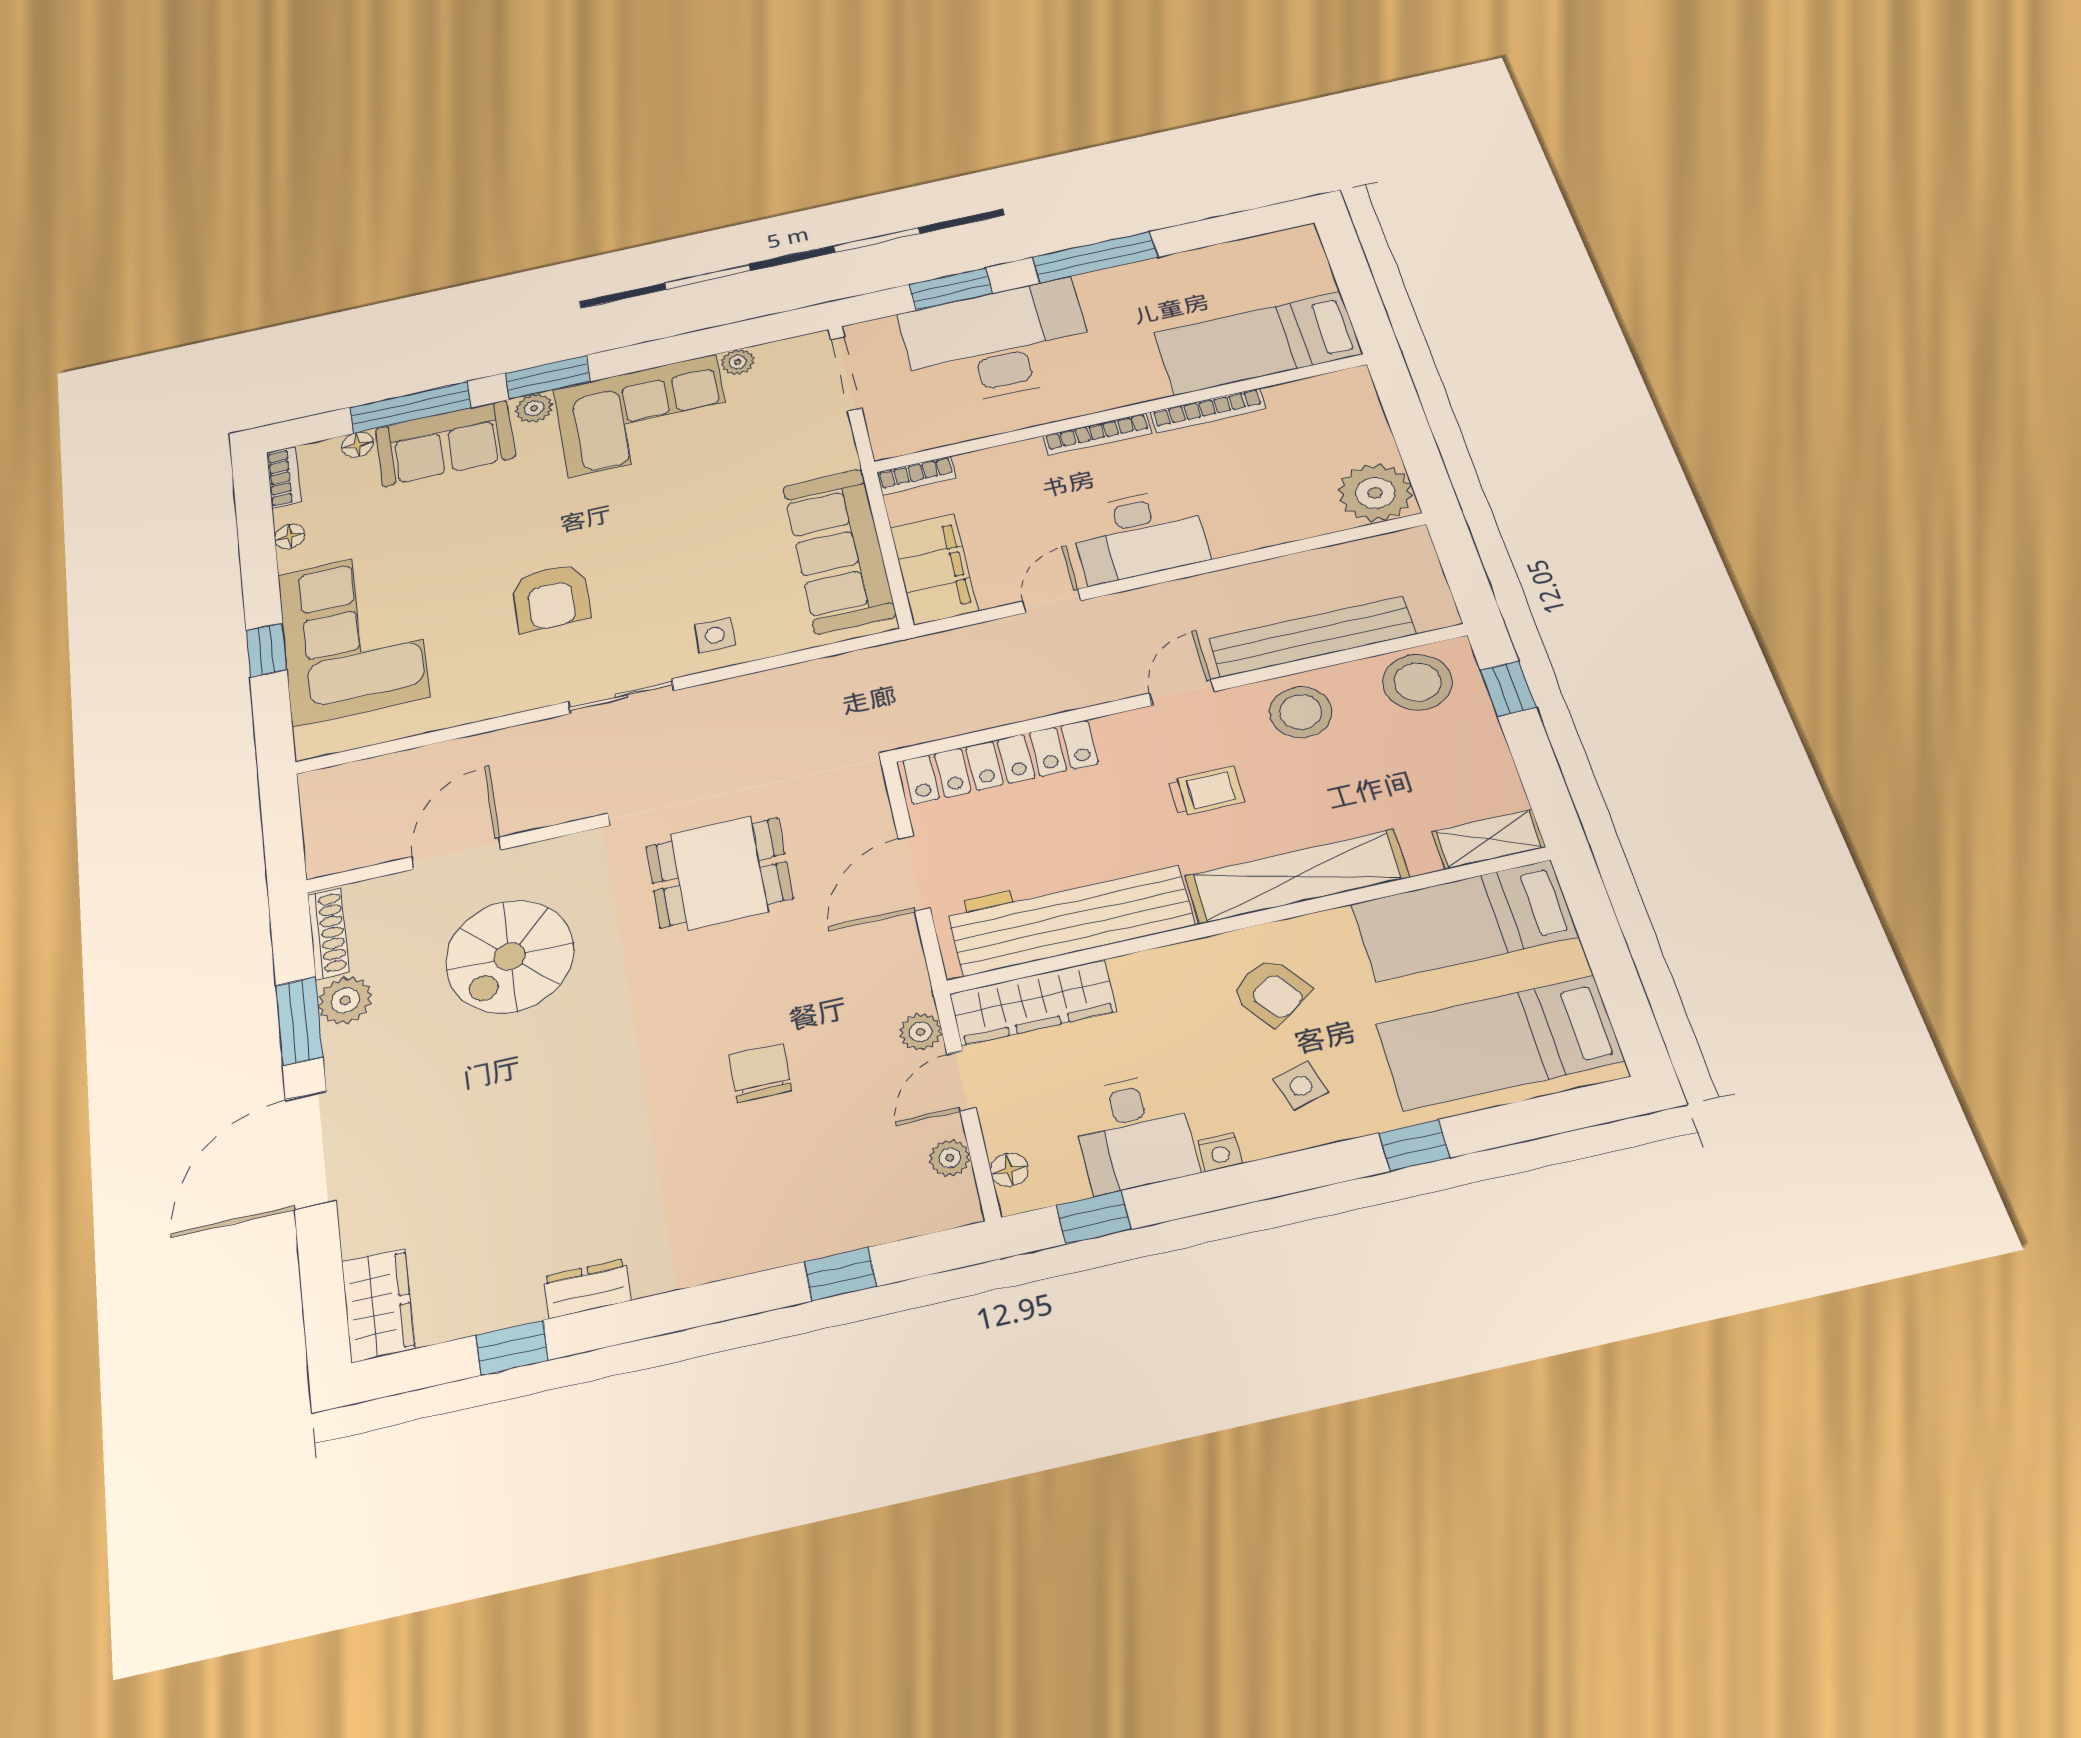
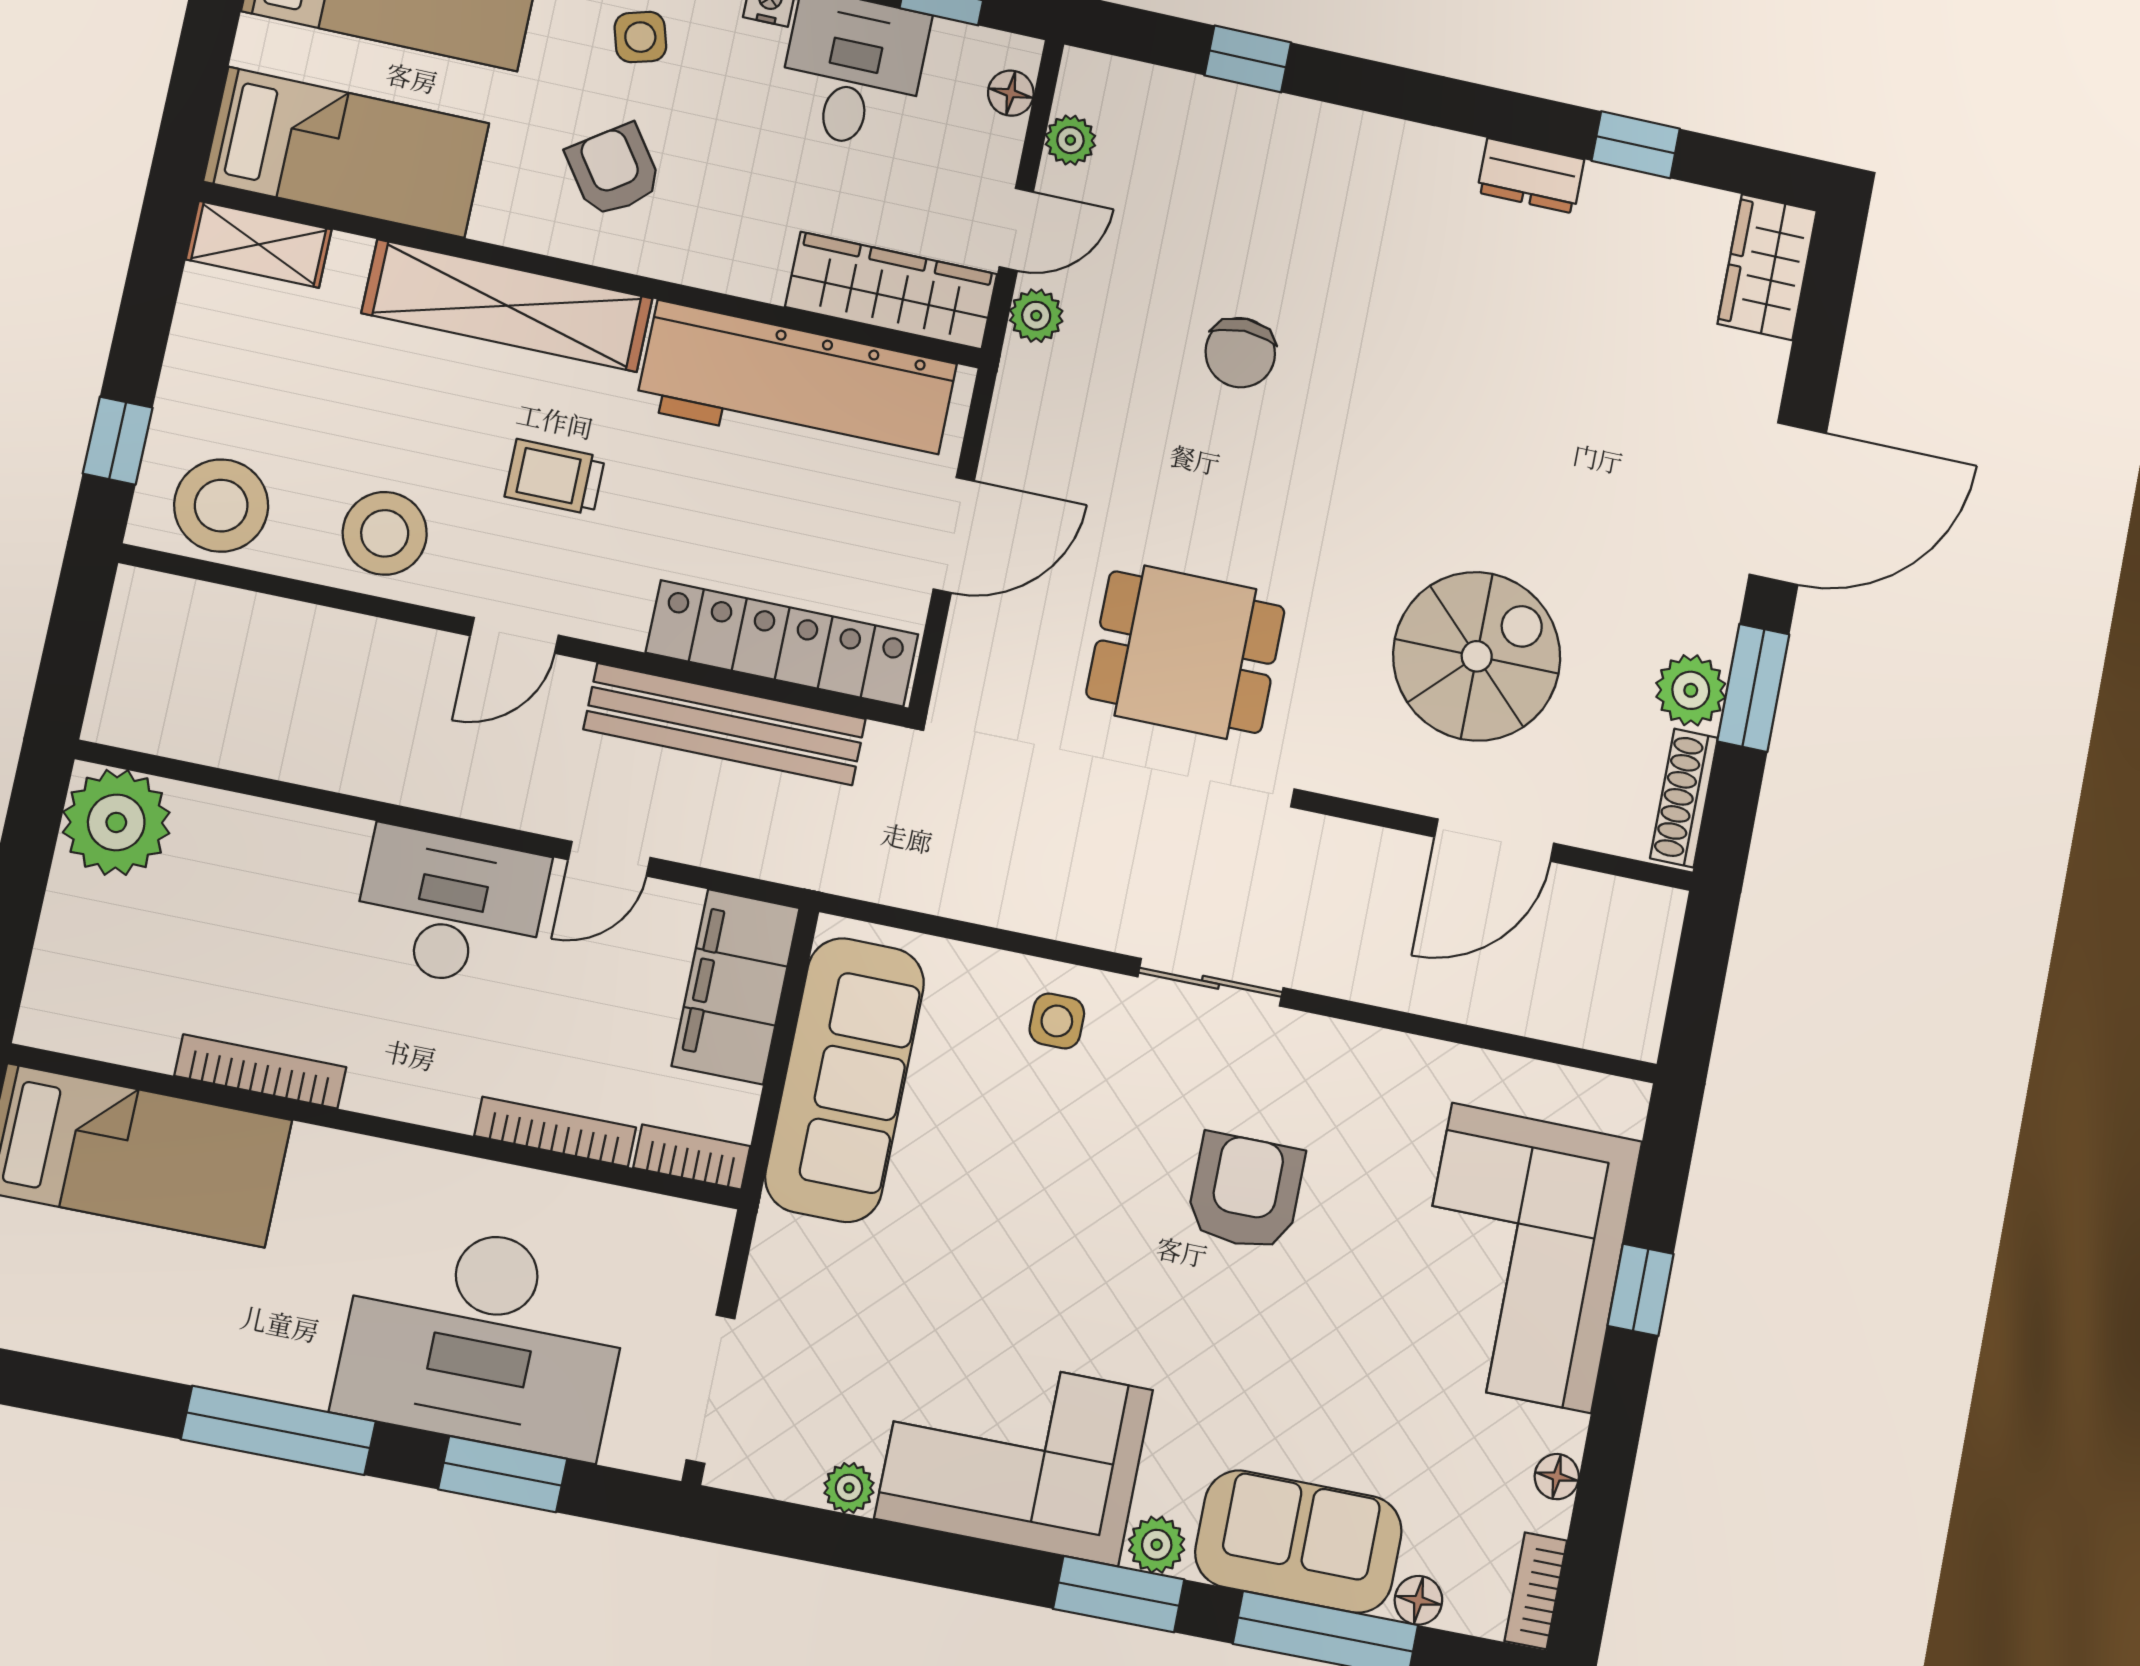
bookcase: (1097, 434) -> (555, 1132), moved
bench: (1312, 636) -> (725, 724), moved

